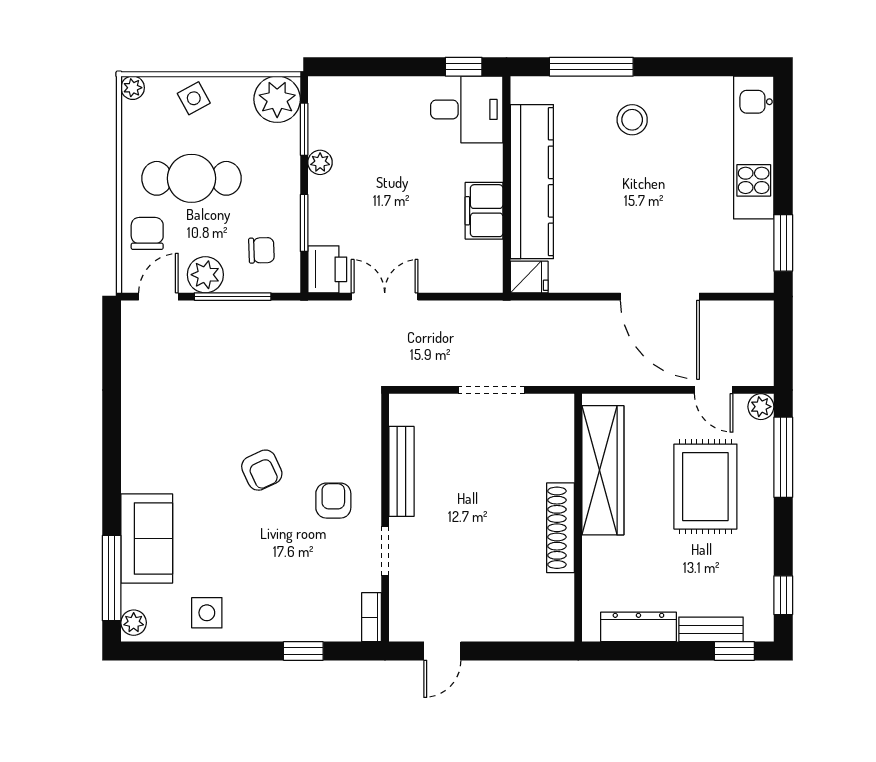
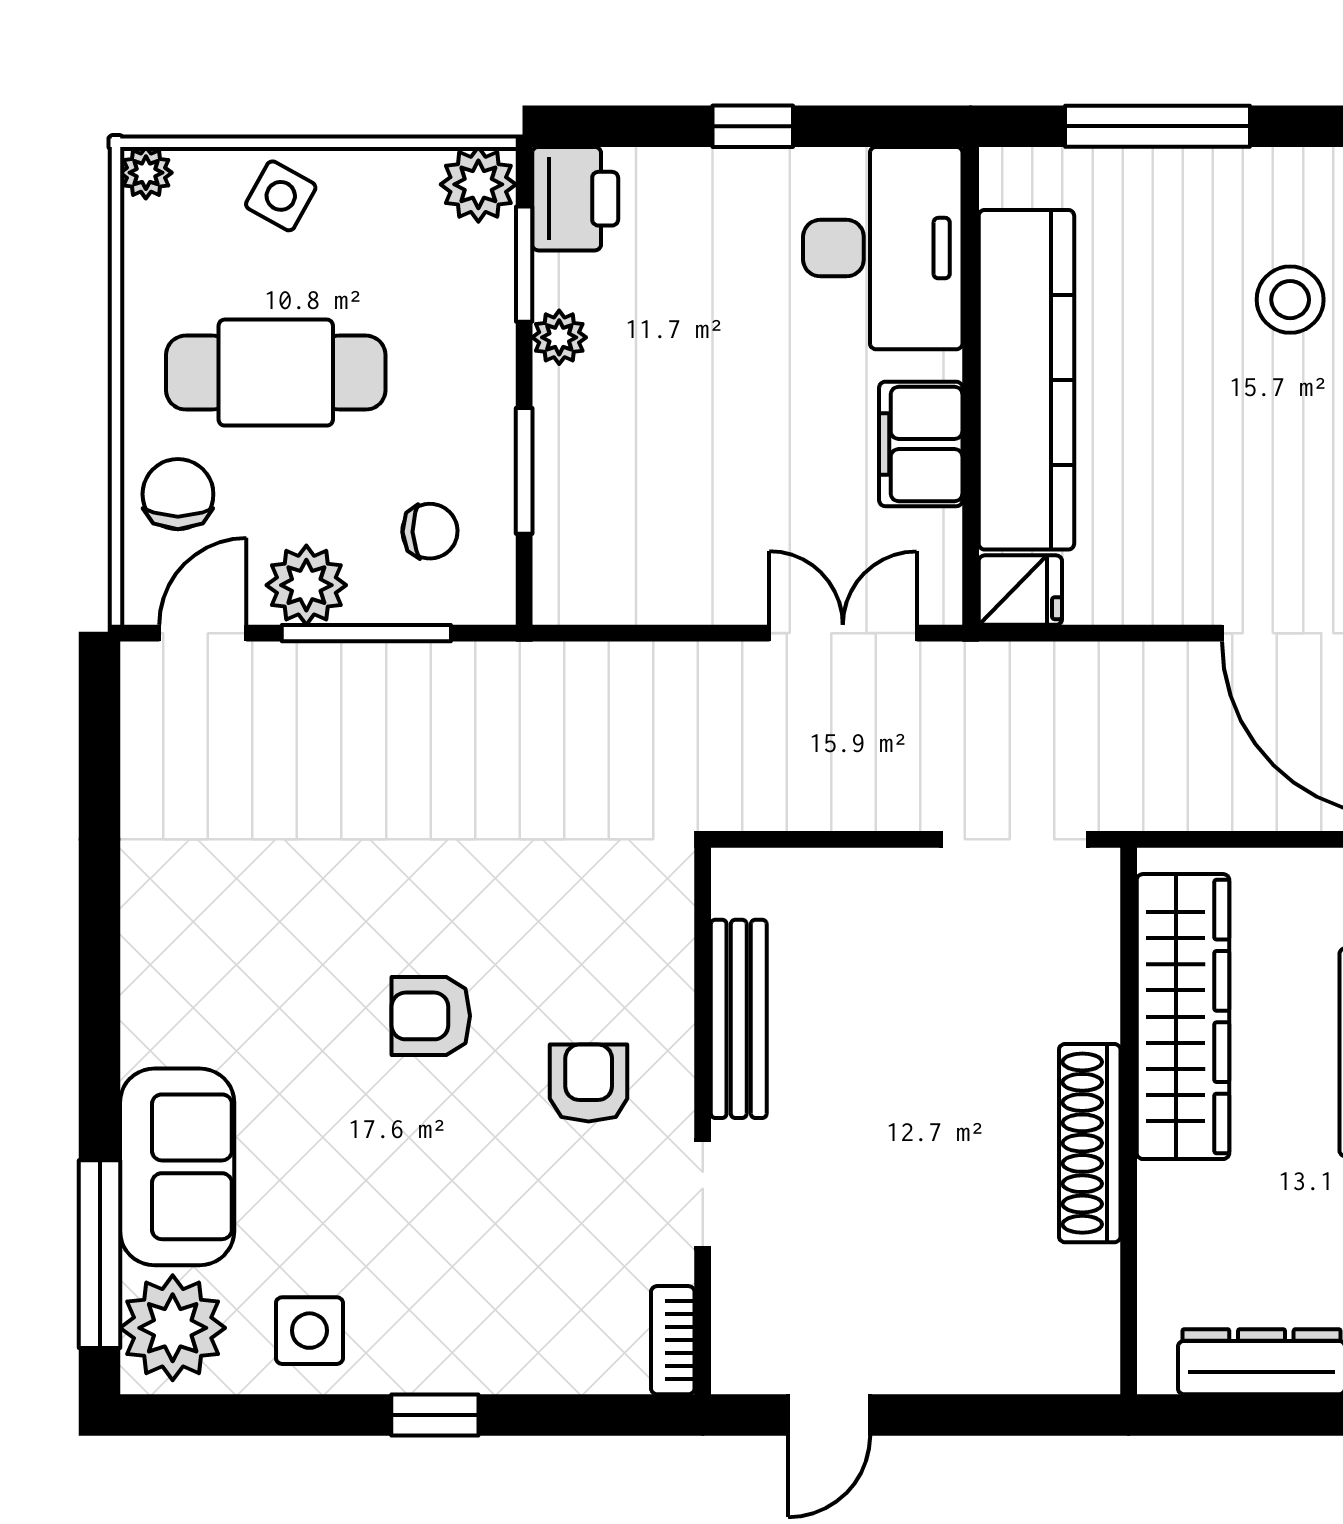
window: (464, 67) -> (753, 126), moved
side table: (194, 98) -> (281, 196), turned -32
plant: (277, 99) -> (478, 184), width x0.73, depth x0.73
desk: (467, 109) -> (883, 248), width x1.37
stool: (632, 120) -> (1290, 300), moved
printer: (327, 269) -> (575, 199), moved
double door: (385, 297) -> (843, 633), moved
doorway: (492, 390) -> (1014, 839), moved
armchair: (262, 470) -> (431, 1016), turned 115
plant: (134, 623) -> (173, 1328), width x1.88, depth x1.88
window: (303, 651) -> (435, 1415), moved

